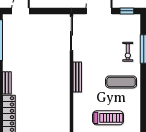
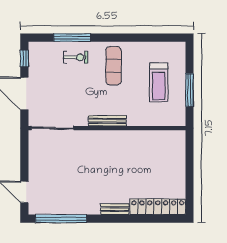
treadmill: (108, 118) -> (159, 82), turned 180

